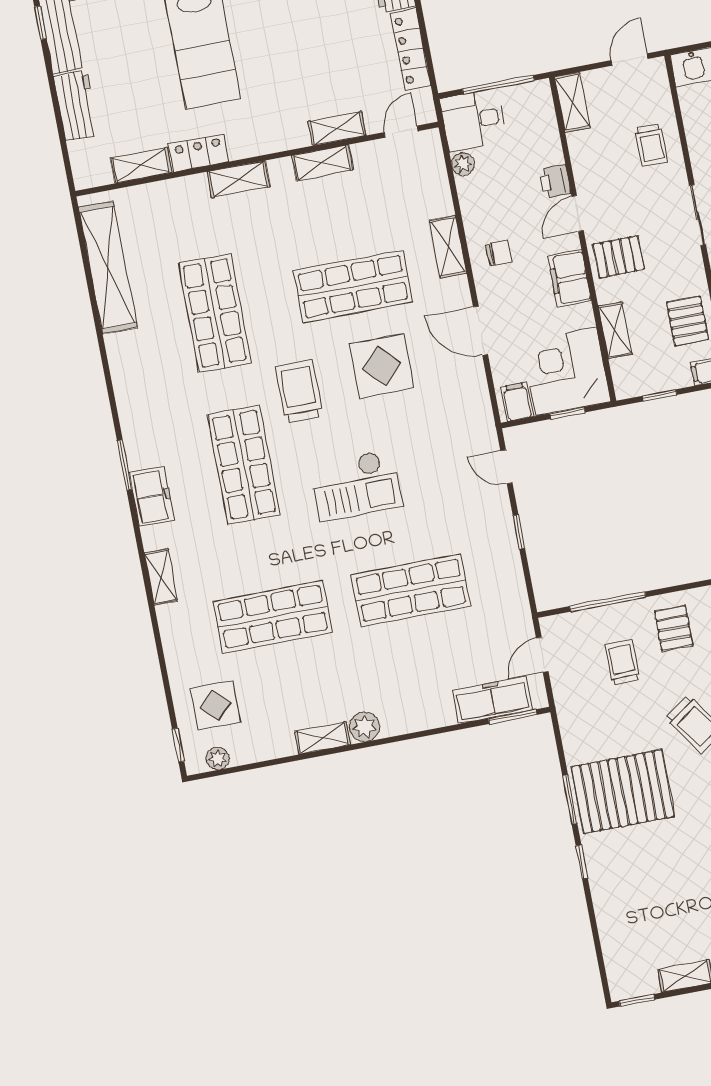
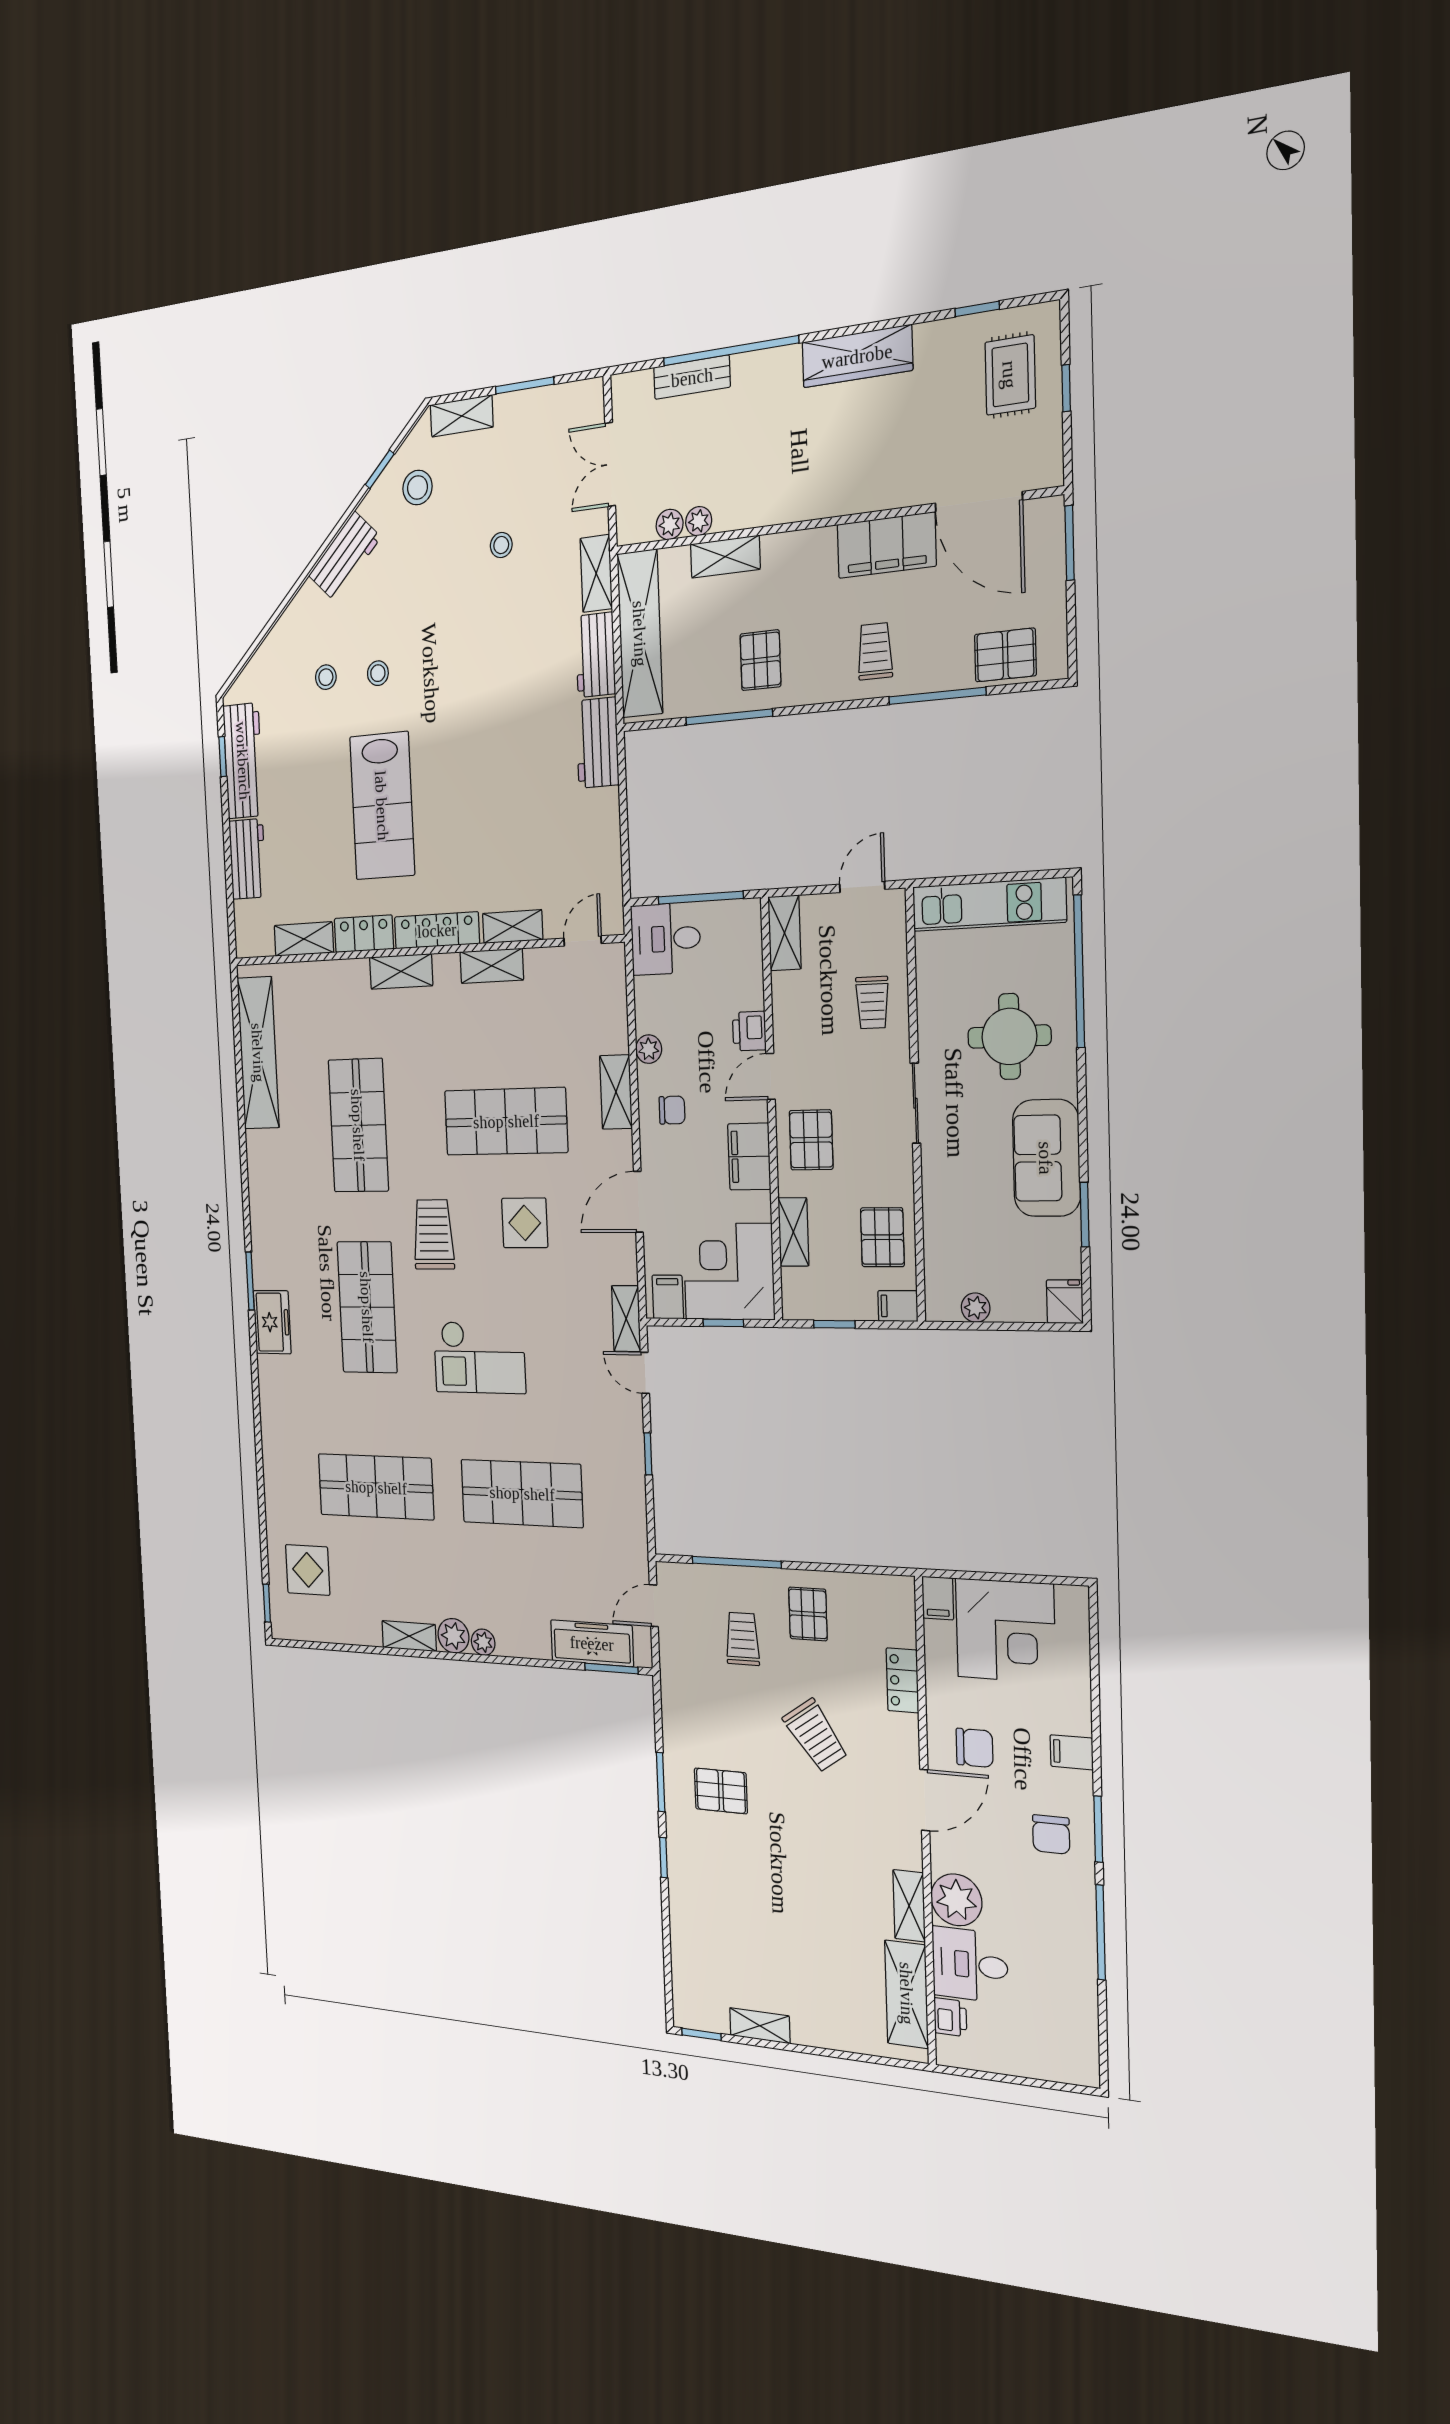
locker: (411, 49) -> (437, 930), moved, turned 90
plant: (463, 164) -> (649, 1049), moved
pallet: (619, 257) -> (811, 1140), turned 90
door: (480, 331) -> (638, 1202), hinge flipped
display table: (382, 366) -> (525, 1223), width x0.73, depth x0.73
shelving: (161, 577) -> (626, 1319), moved
plant: (218, 759) -> (483, 1642), moved
pallet: (623, 792) -> (721, 1791), width x0.49, depth x0.50

